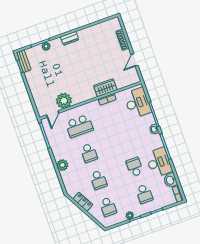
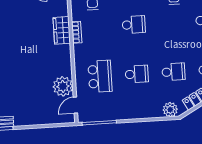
door: (53, 114) -> (75, 105), swing flipped
plant: (62, 165) -> (170, 110), moved
school desk: (135, 167) -> (134, 25), moved, turned 180

